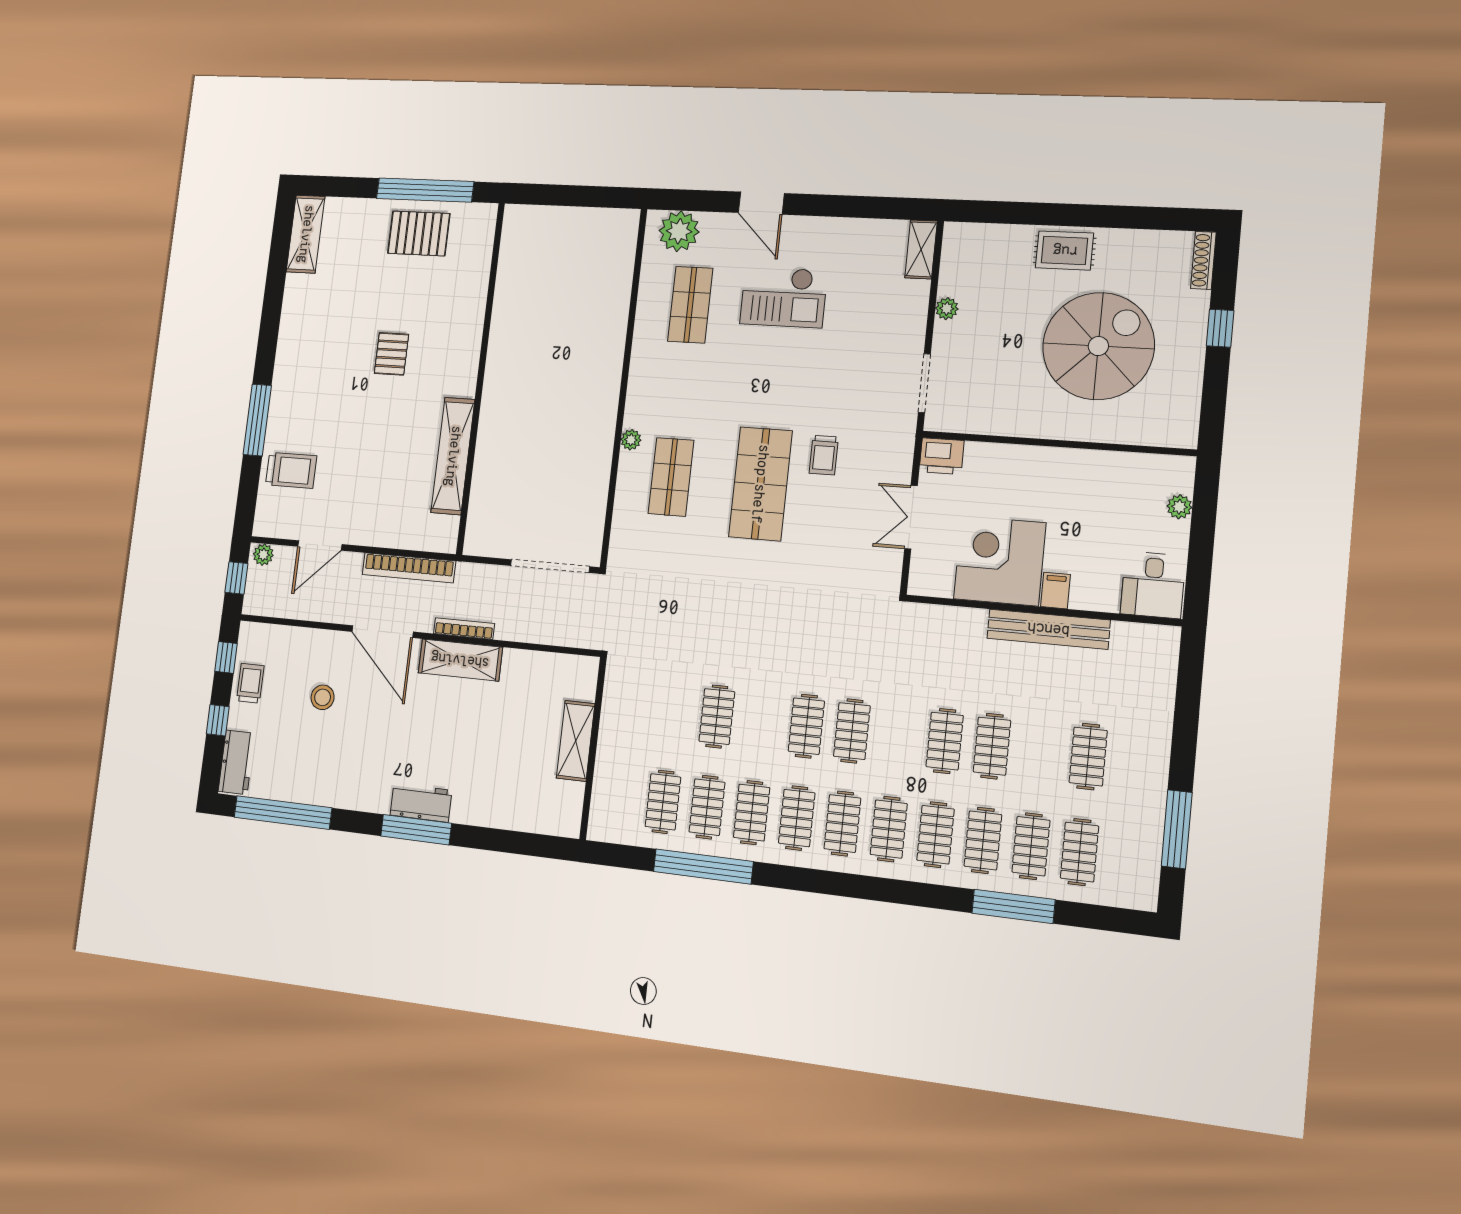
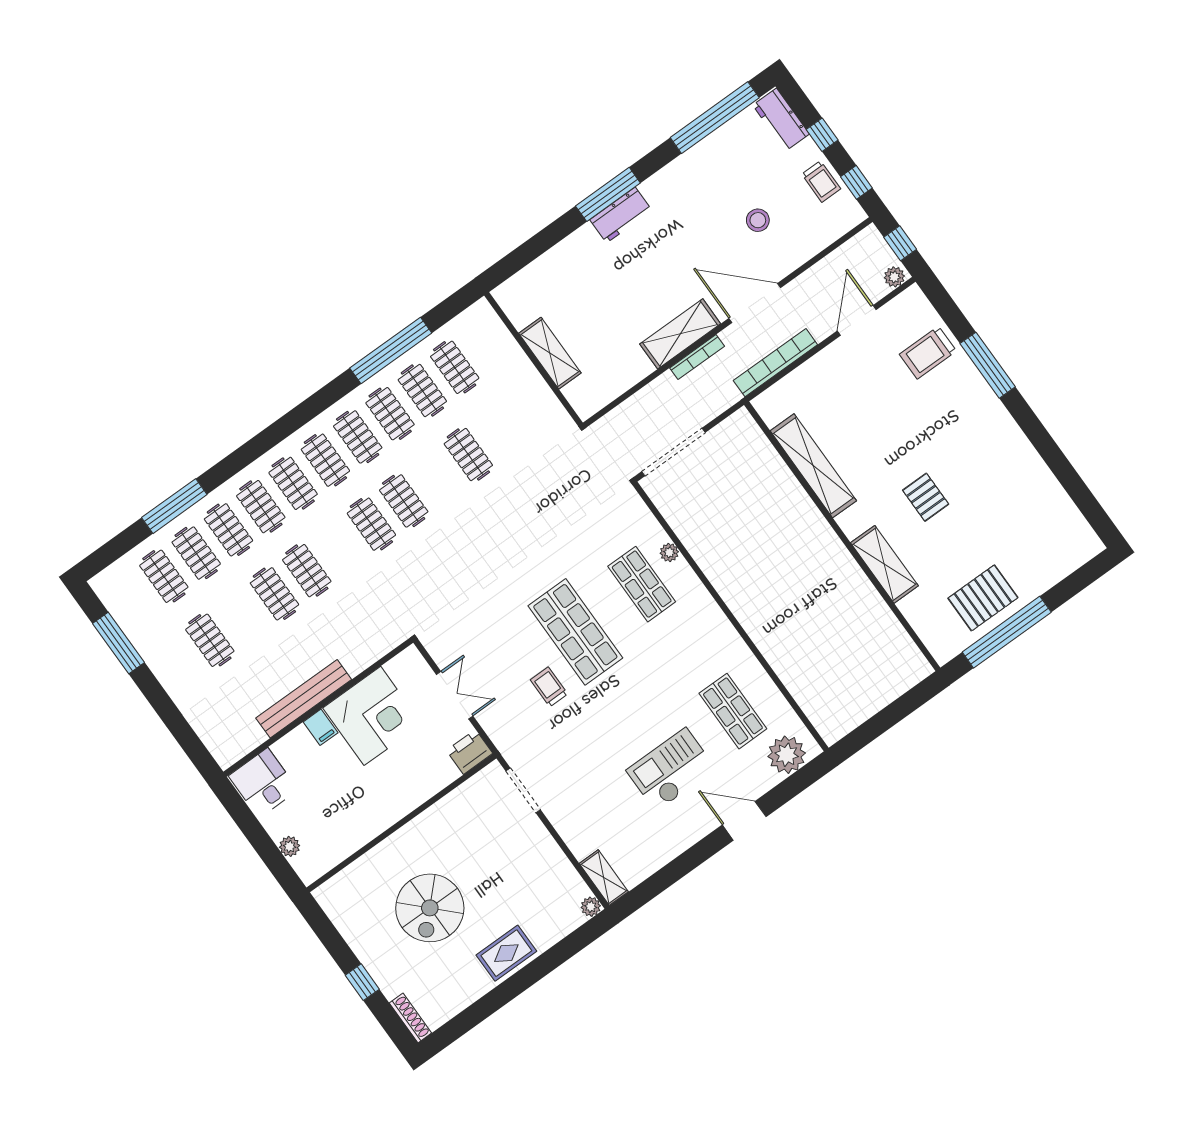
shelving: (306, 234) -> (884, 564), moved
plant: (947, 309) -> (591, 907), moved
spiral stairs: (1098, 346) -> (430, 908), width x0.73, depth x0.73
plant: (631, 440) -> (669, 552), moved

